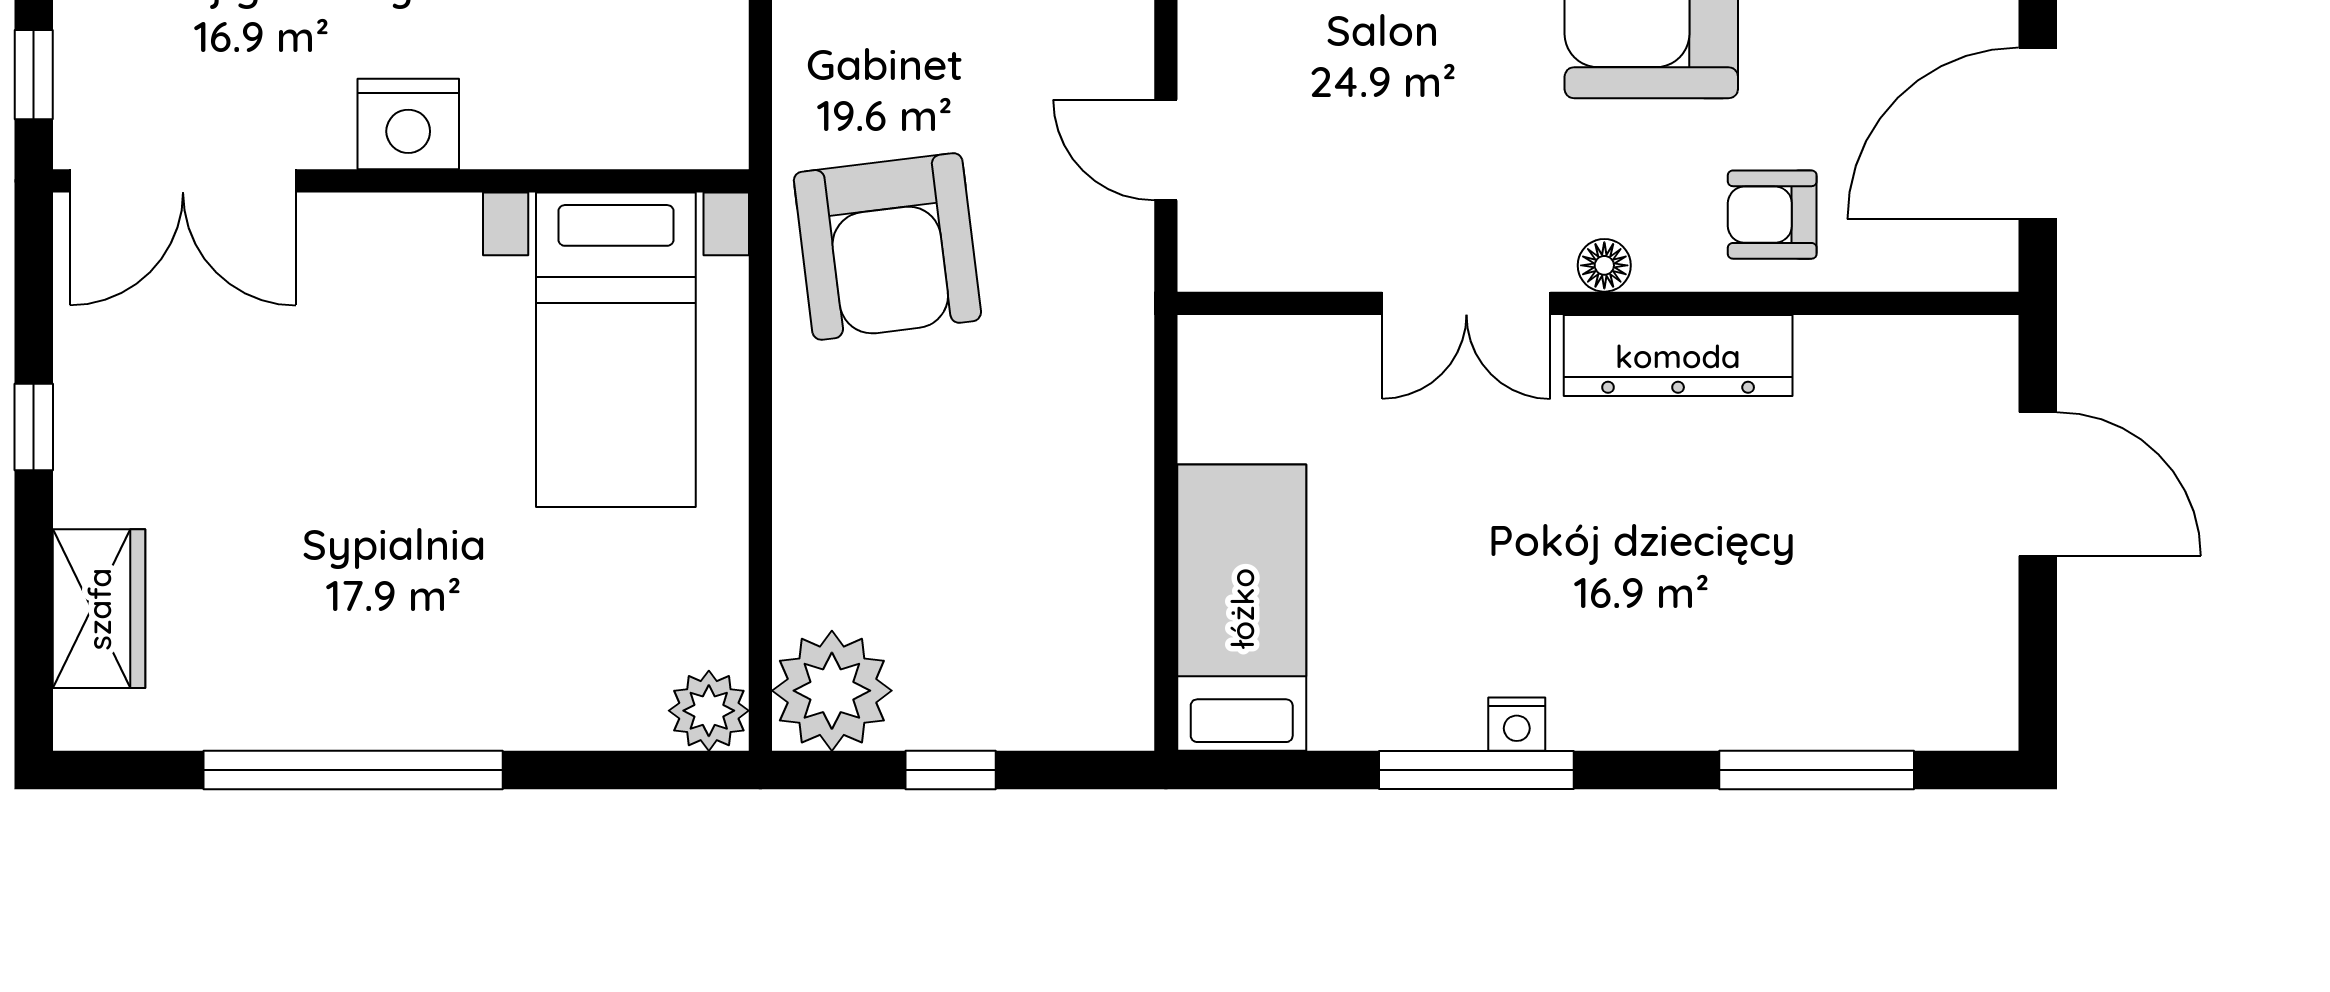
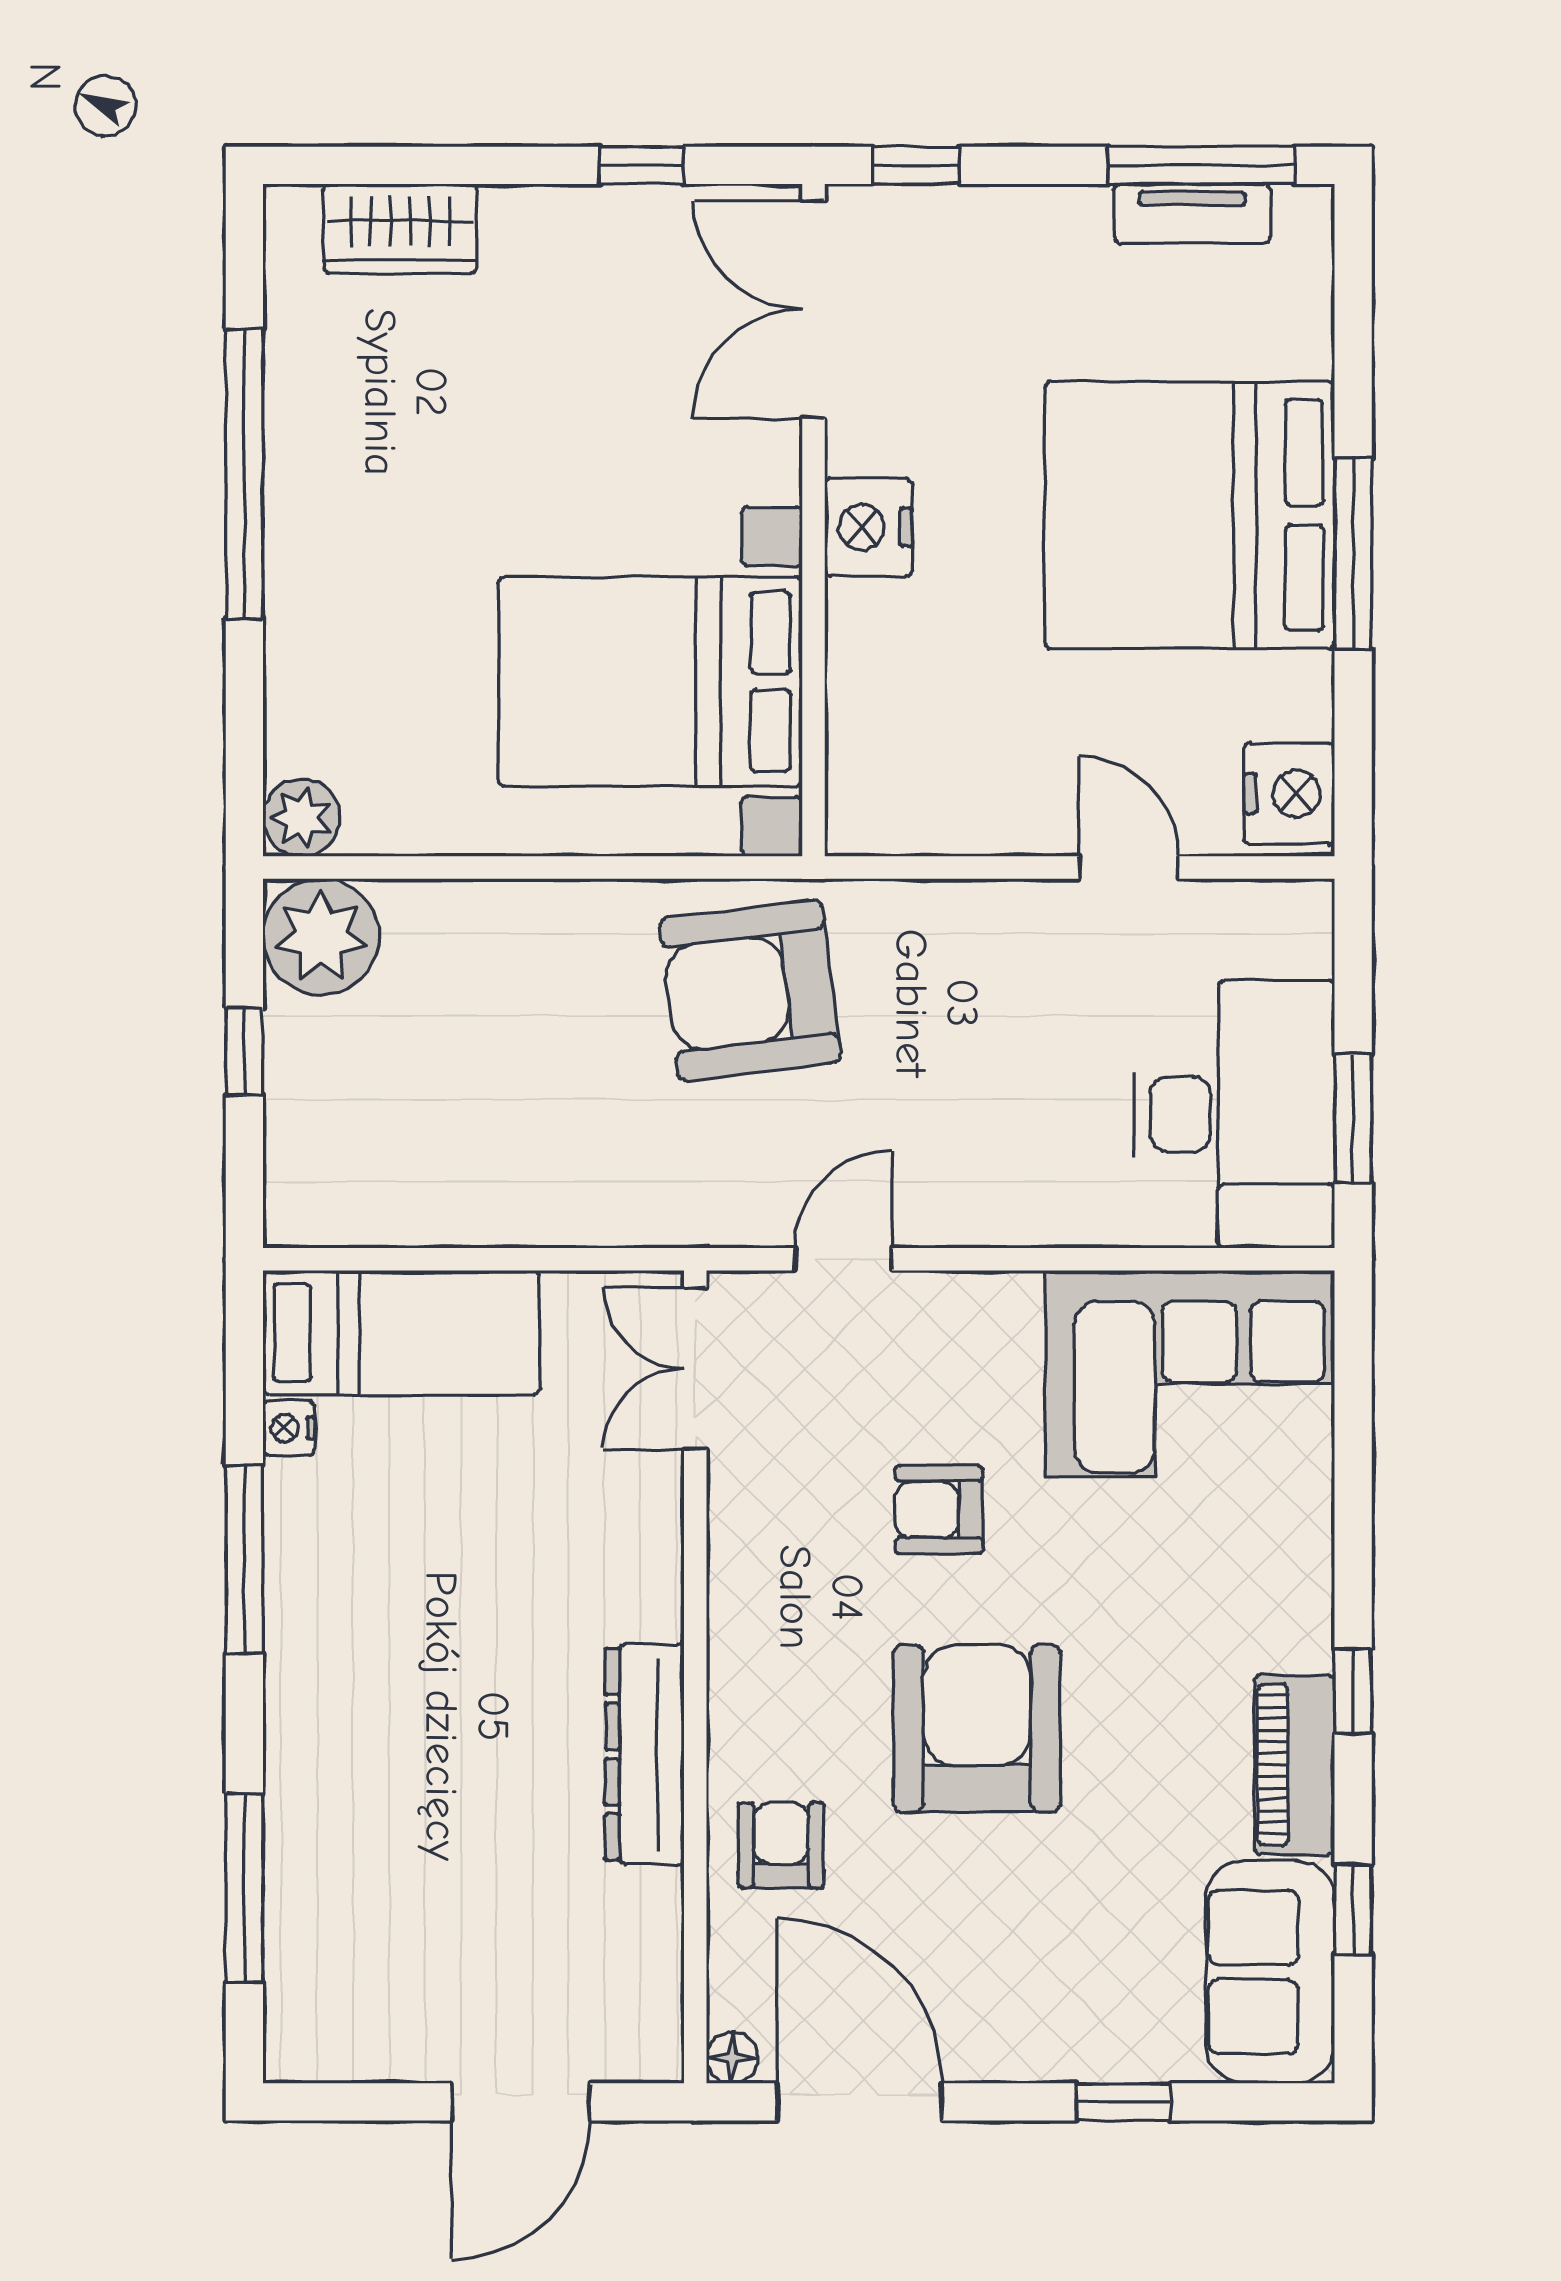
armchair: (1425, 51) -> (939, 1510), added
floor lamp: (1604, 265) -> (732, 2058), moved
double door: (1466, 303) -> (695, 1368), moved
bed with nightstands: (616, 350) -> (650, 682), width x1.36
window: (34, 427) -> (641, 165), moved
nightstand: (1517, 724) -> (289, 1428), moved

